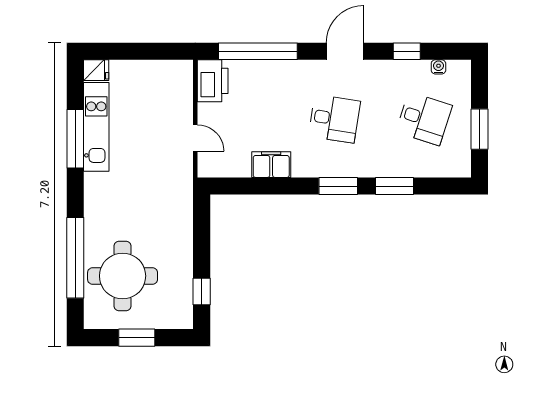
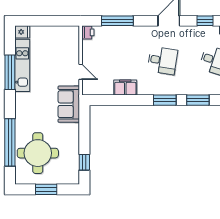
window: (258, 51) -> (117, 21), width x0.68
printer: (213, 81) -> (88, 32), width x0.53, depth x0.68
sofa: (175, 193) -> (69, 104), added

